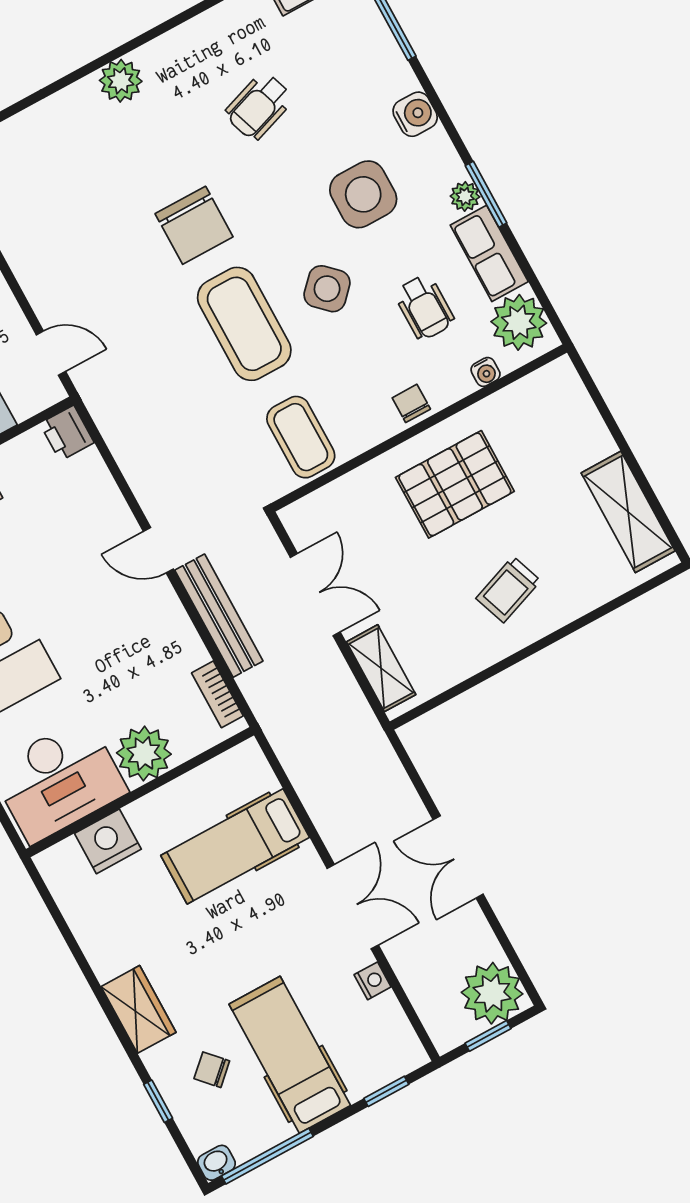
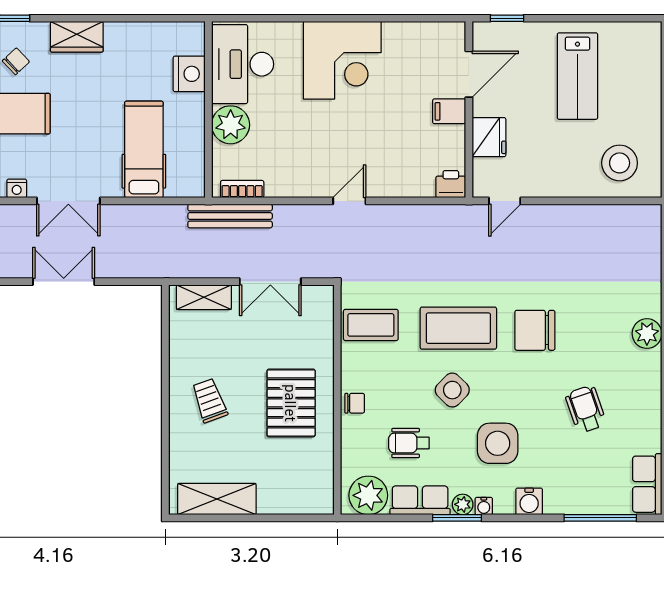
water cooler: (486, 372) -> (484, 506), moved, turned -90
bench: (219, 616) -> (230, 216), moved

